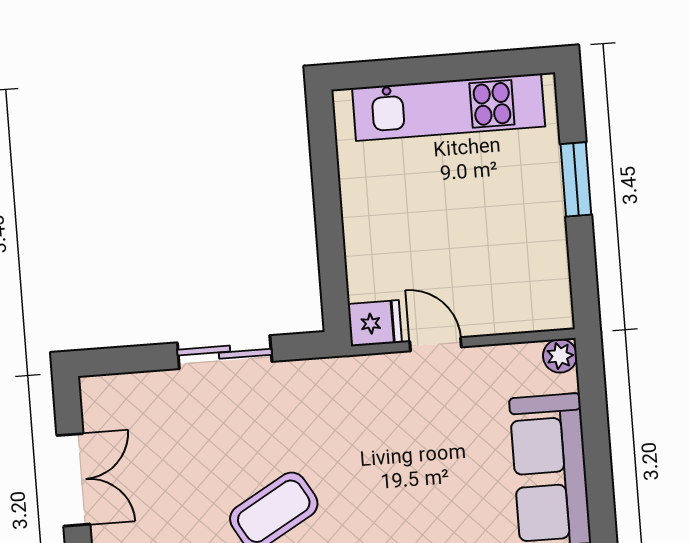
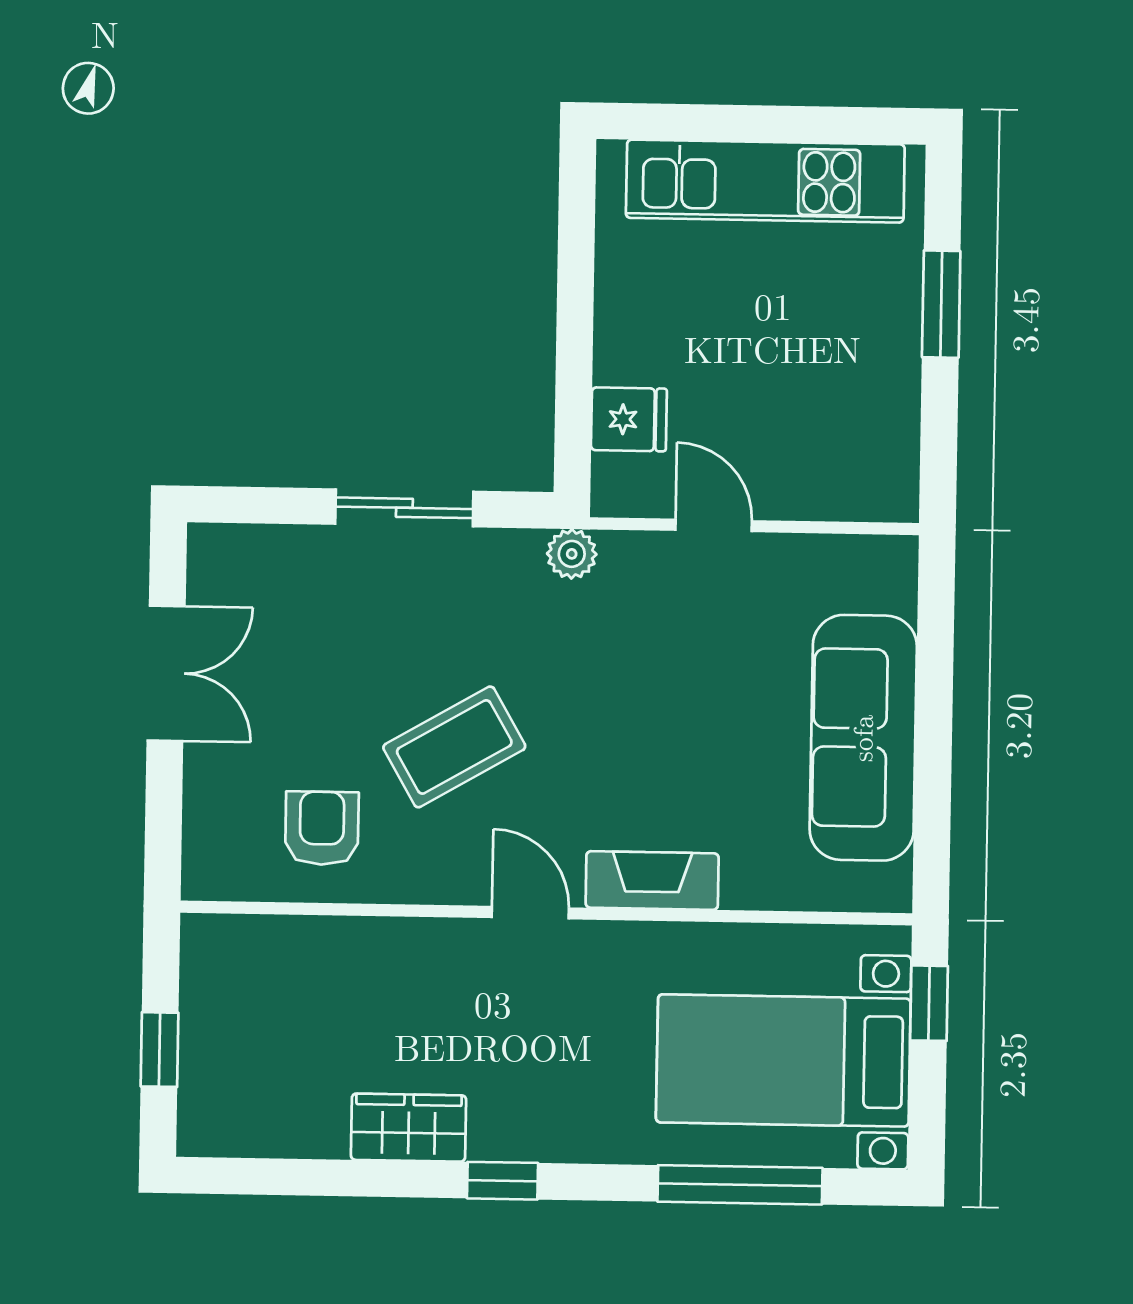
fridge: (375, 323) -> (629, 419), moved
plant: (560, 356) -> (572, 554), moved

